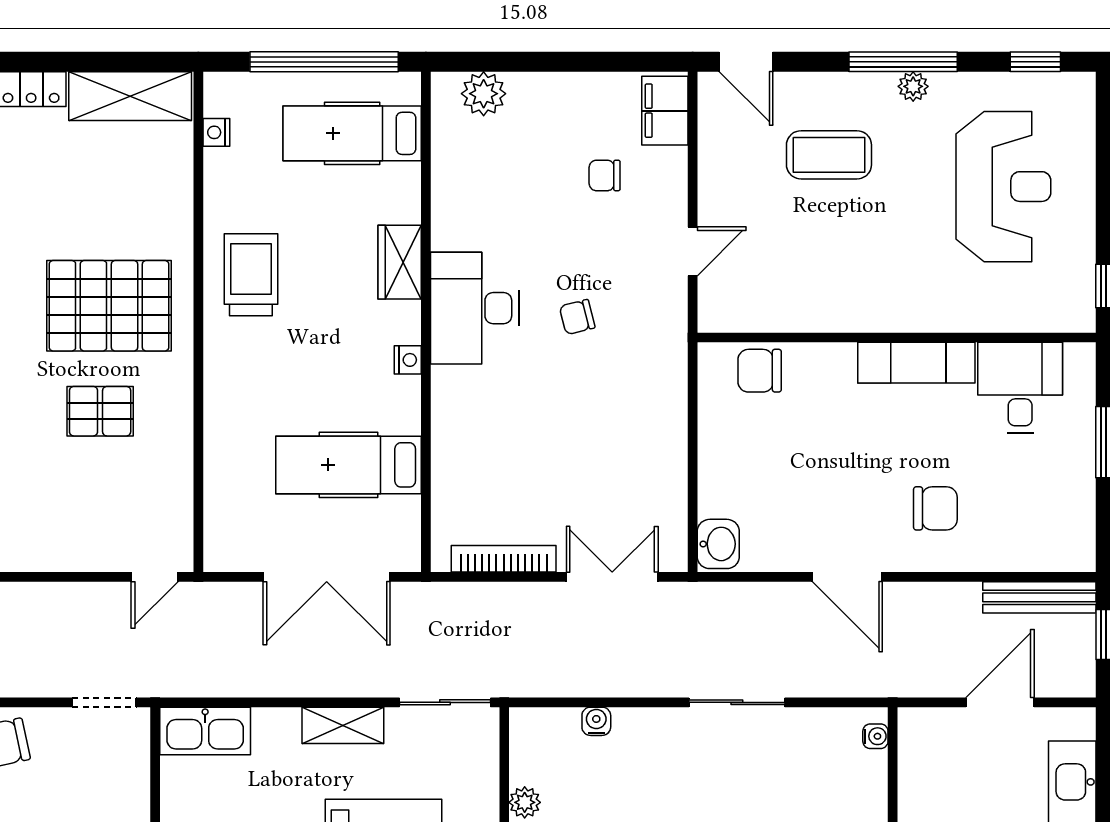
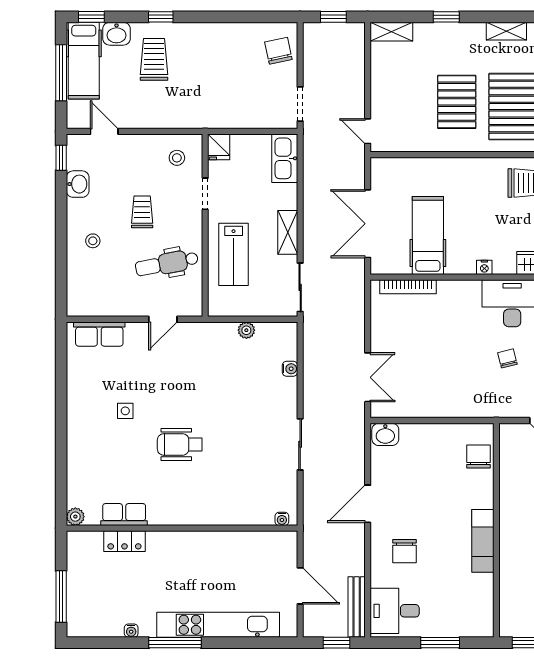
desk: (1020, 388) -> (395, 611), moved, turned 180
pallet: (100, 411) -> (457, 102), width x1.50, depth x1.42
bookcase: (504, 559) -> (408, 287), moved, turned 90

